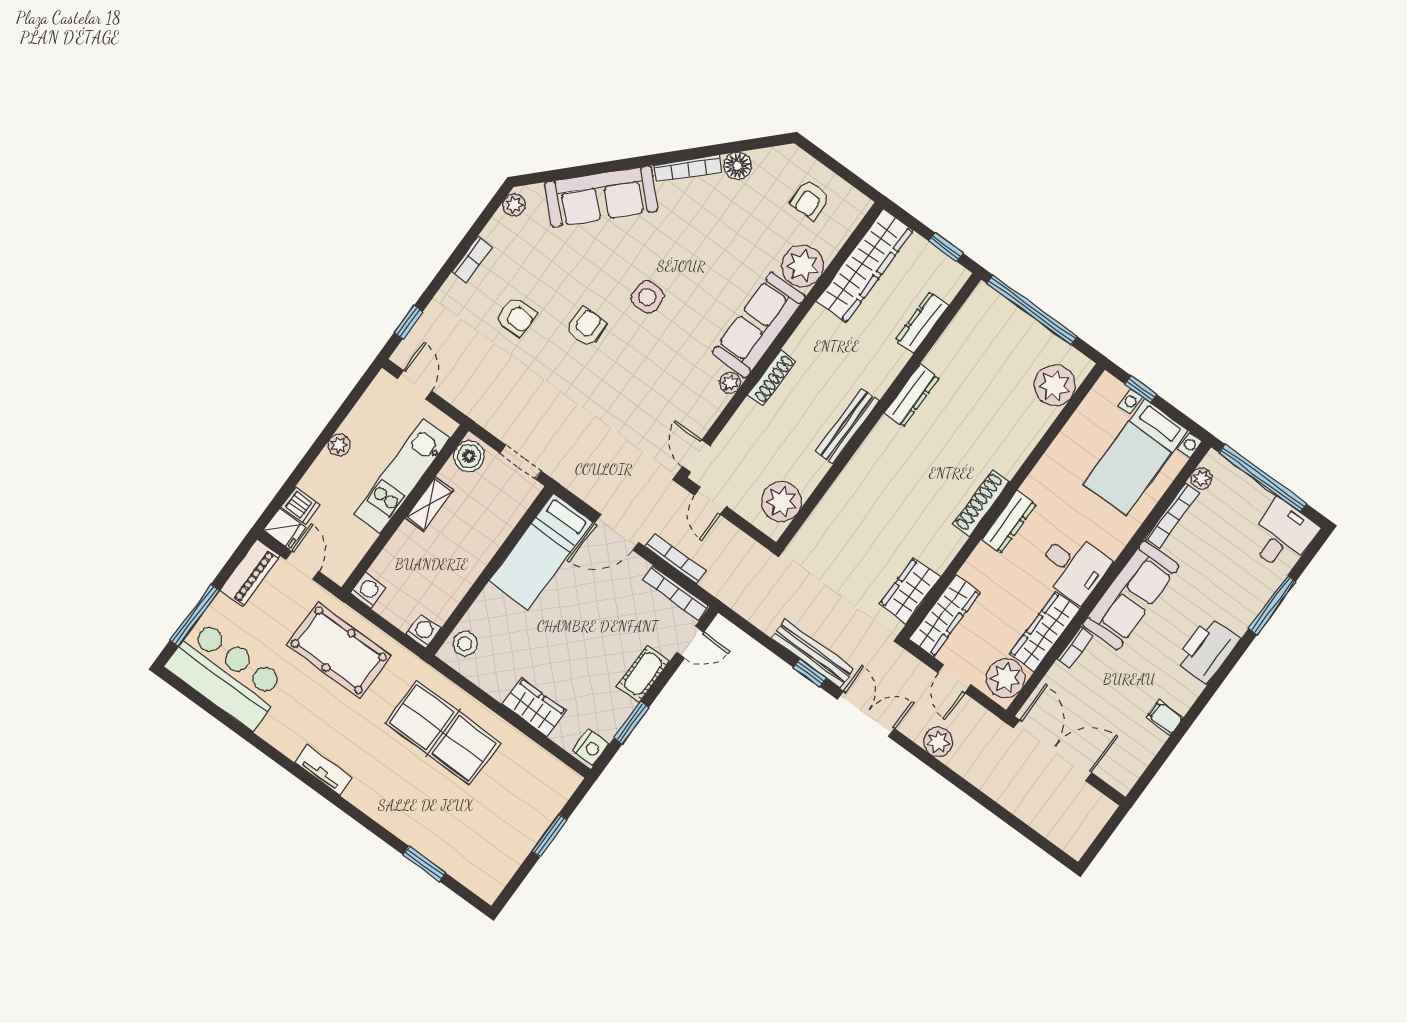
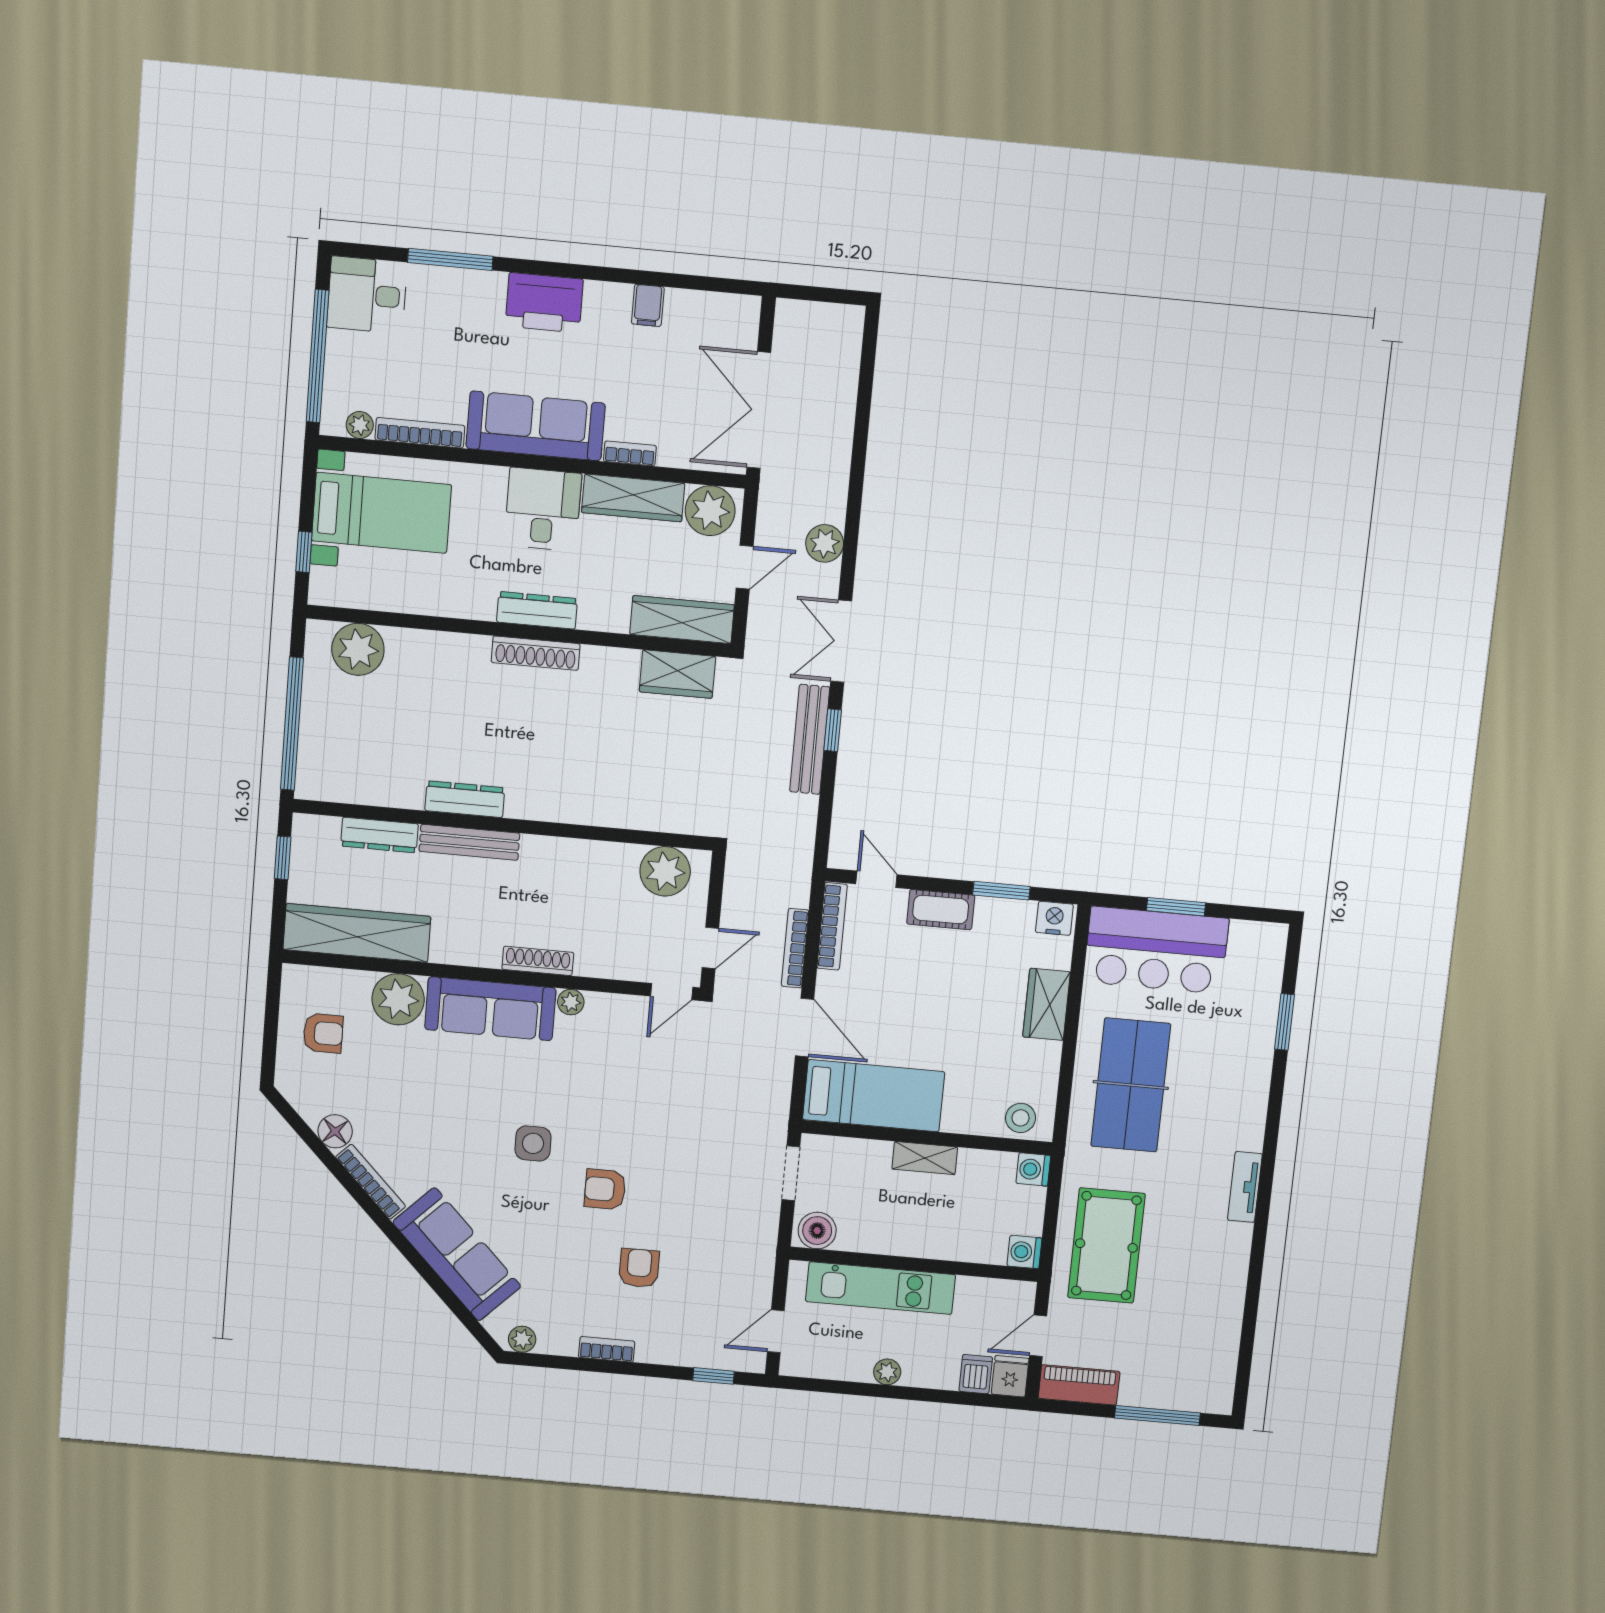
bench: (847, 426) -> (469, 842), moved
shelving: (429, 504) -> (925, 1158), moved
bar counter: (226, 675) -> (1156, 950), moved, turned -90

